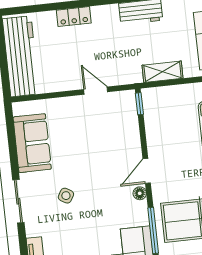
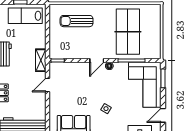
shelving: (163, 72) -> (41, 60), moved
door: (147, 171) -> (97, 61), hinge flipped

